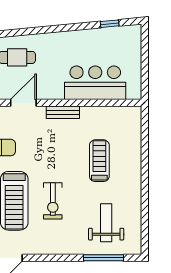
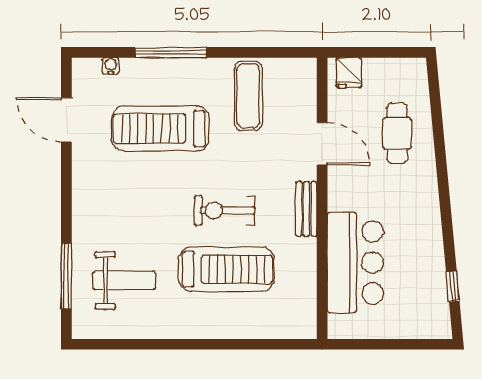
treadmill: (99, 161) -> (226, 269), width x1.37, depth x1.38
exercise bike: (53, 201) -> (225, 210), moved

